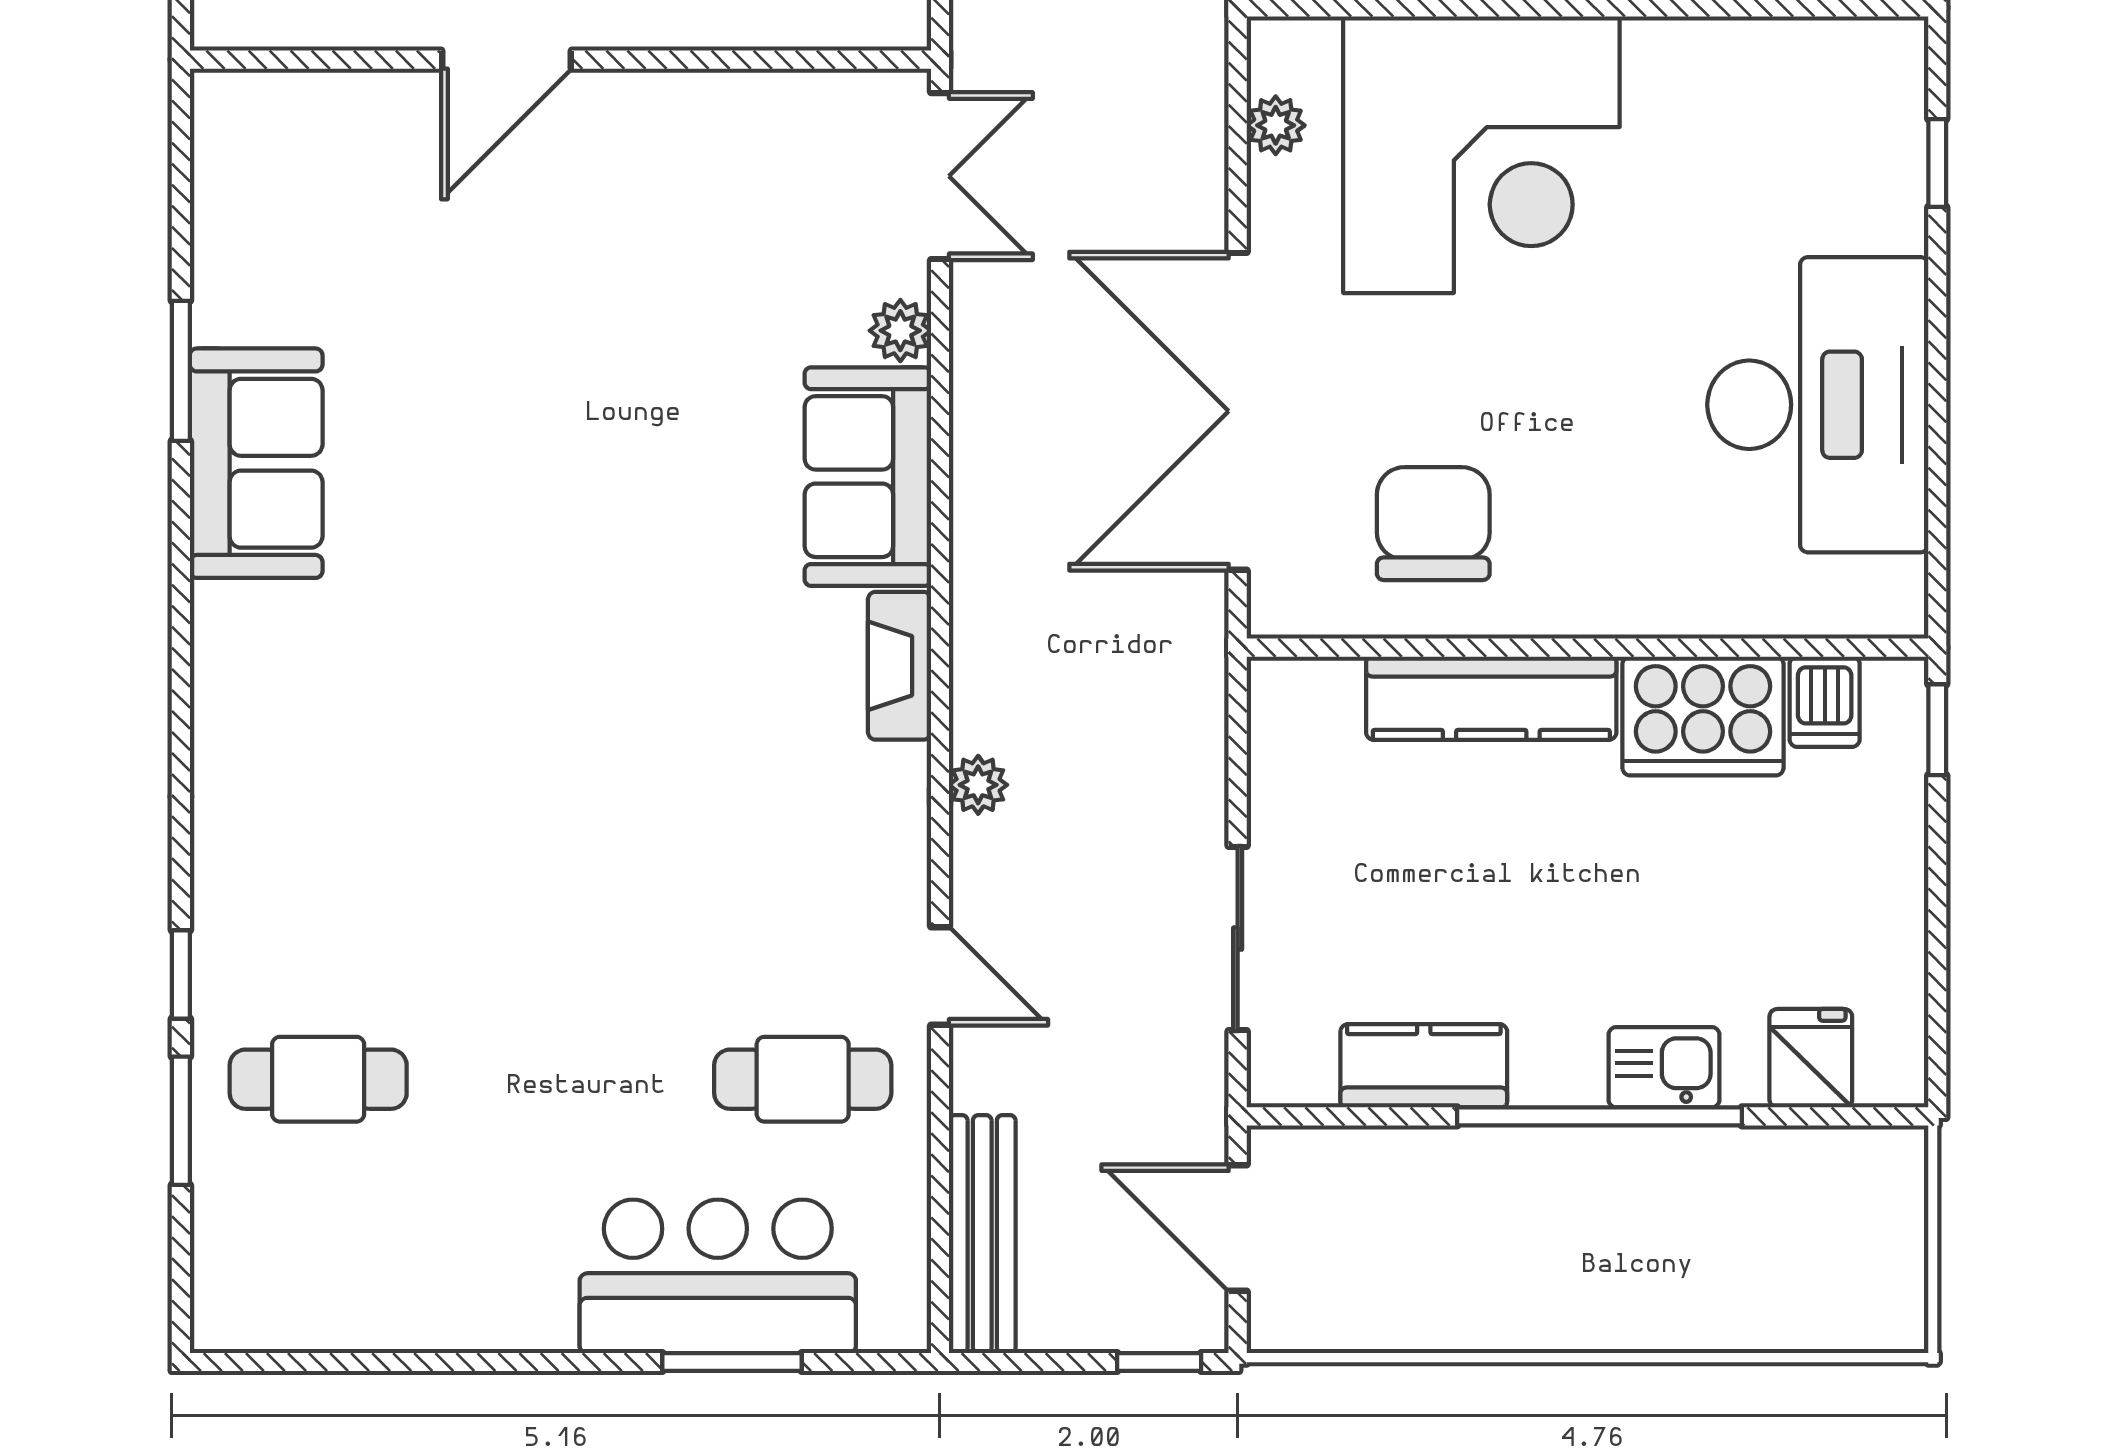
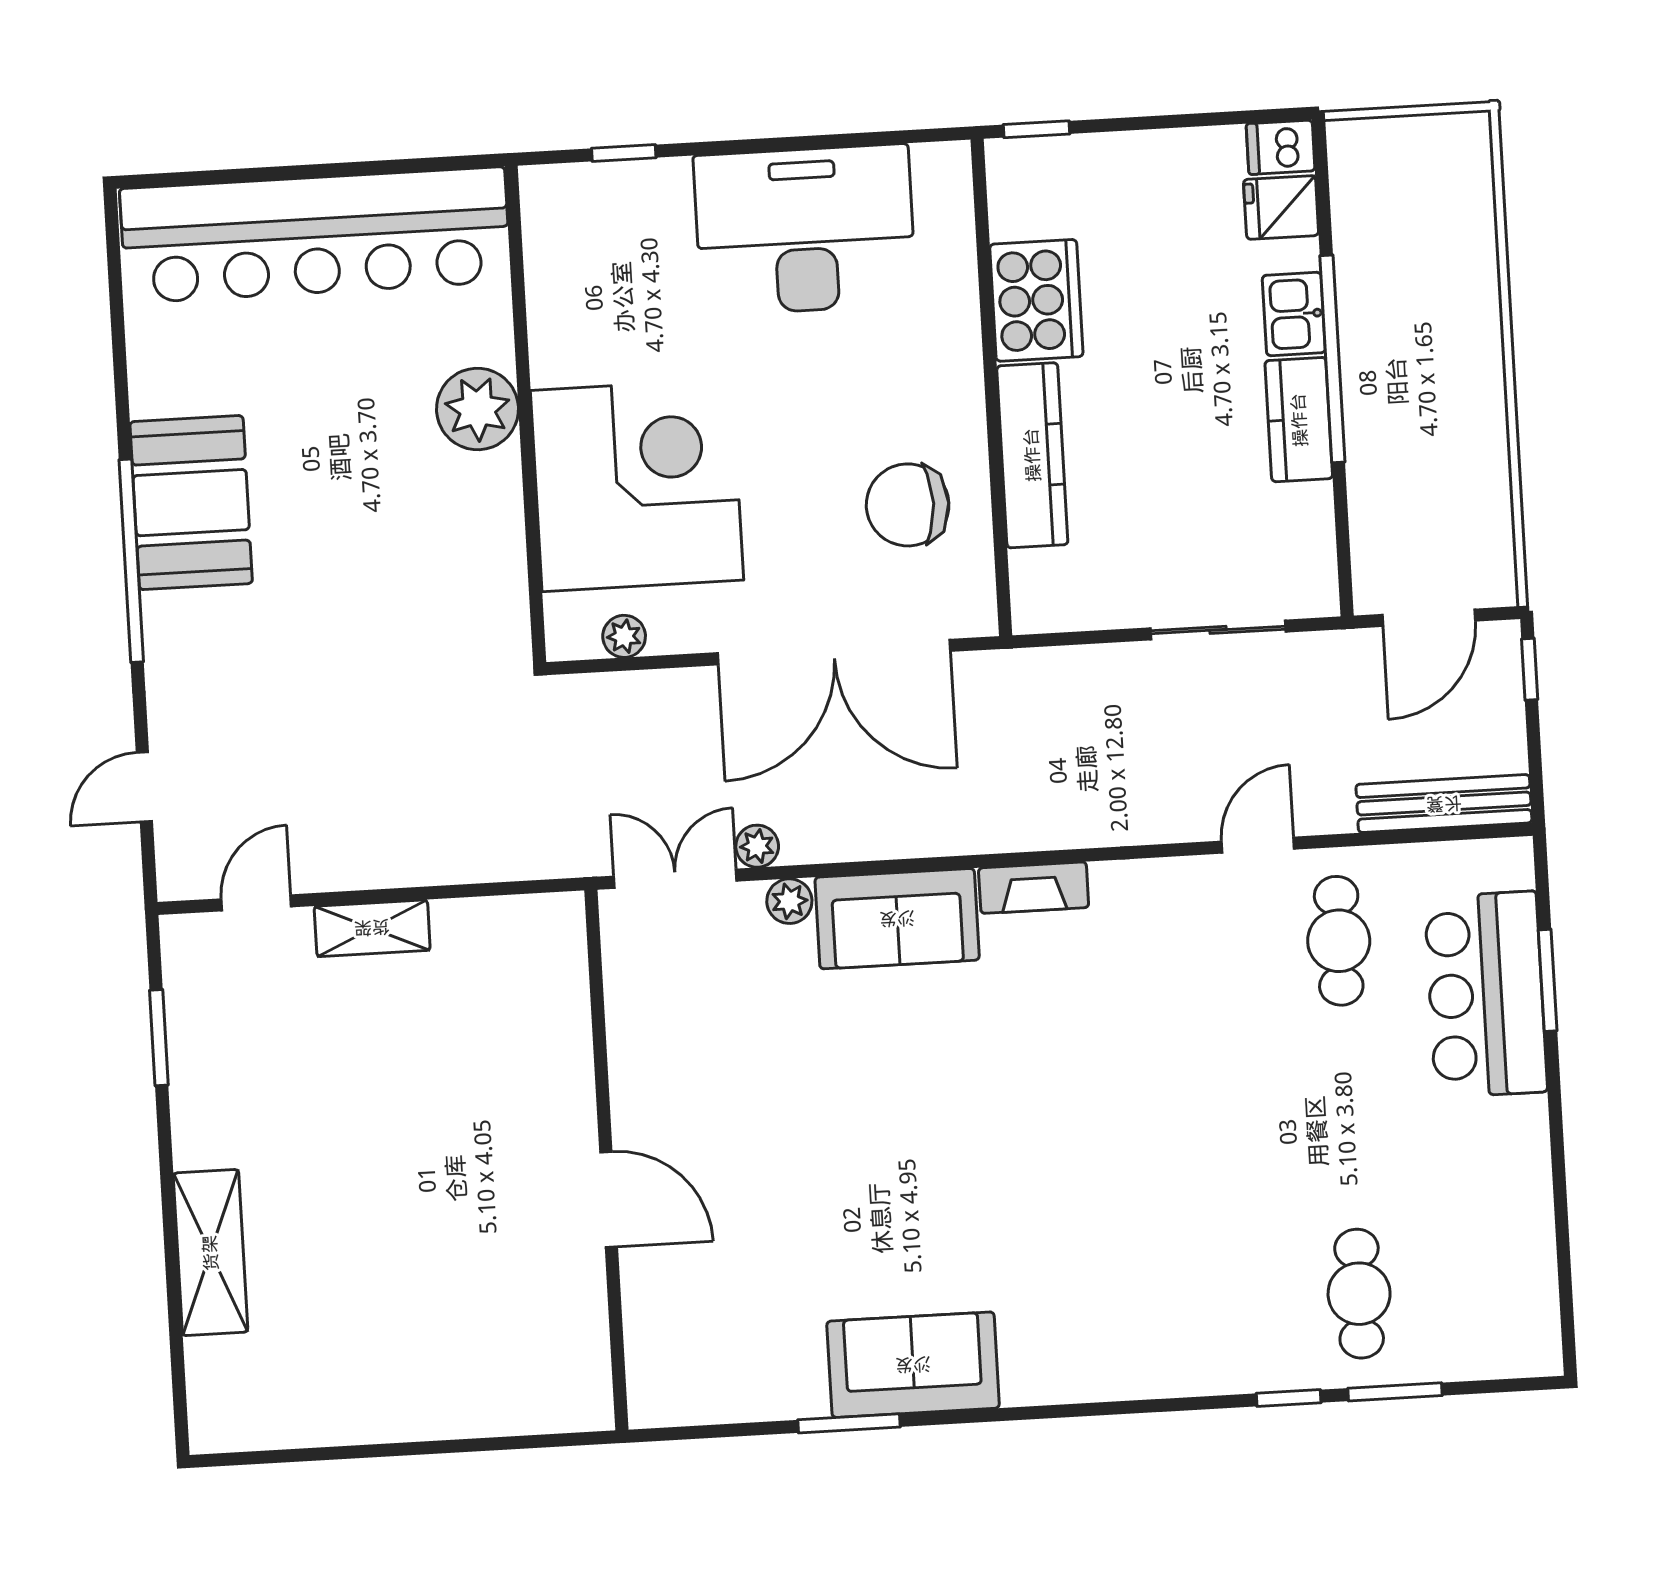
dishwasher: (1825, 702) -> (1281, 147), moved, turned 180
plant: (978, 785) -> (757, 846), moved
kitchen counter: (1424, 1066) -> (1299, 420), moved

